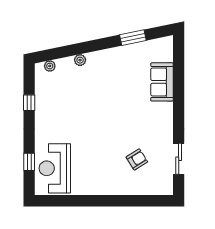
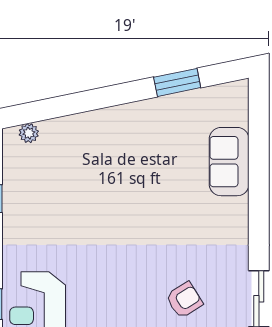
plant: (80, 60) -> (83, 123), removed

